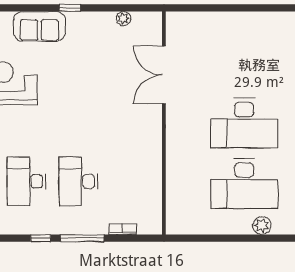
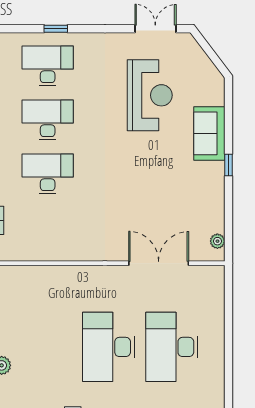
plant: (123, 18) -> (217, 241), moved
desk: (244, 184) -> (172, 347), moved

